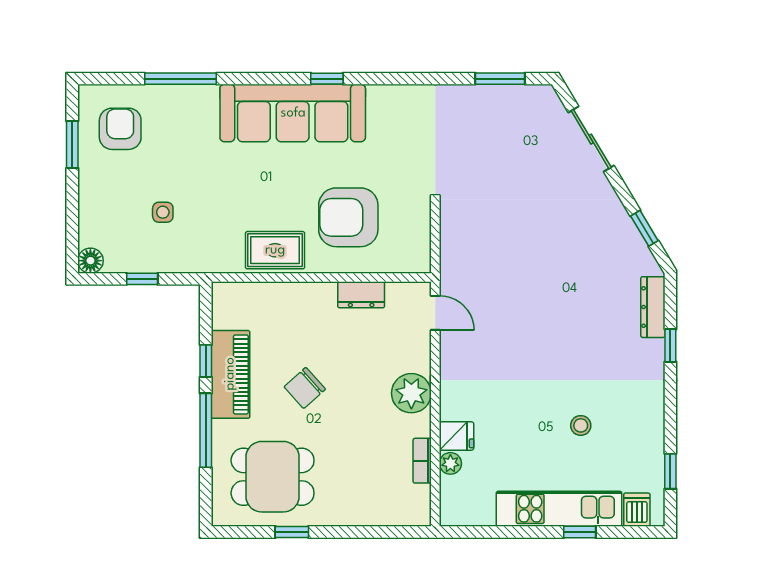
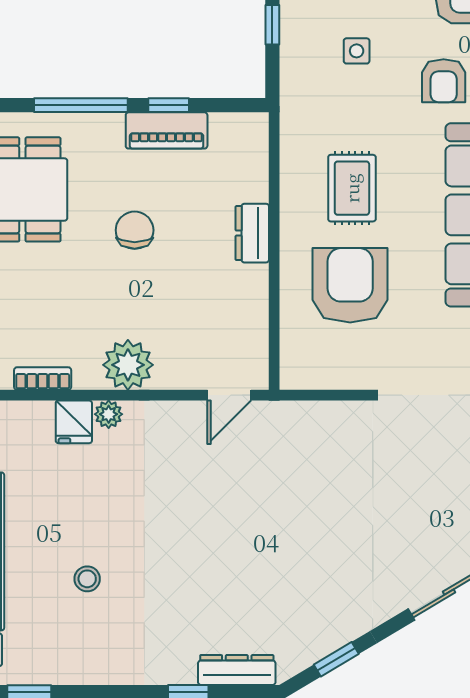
armchair: (186, 143) -> (444, 81), added
rug: (275, 250) -> (352, 188), moved
dresser: (361, 295) -> (252, 233), moved
piano: (230, 374) -> (167, 130), width x0.73, depth x0.75
chair: (305, 388) -> (135, 230), turned 42
plant: (450, 463) -> (109, 414), moved

